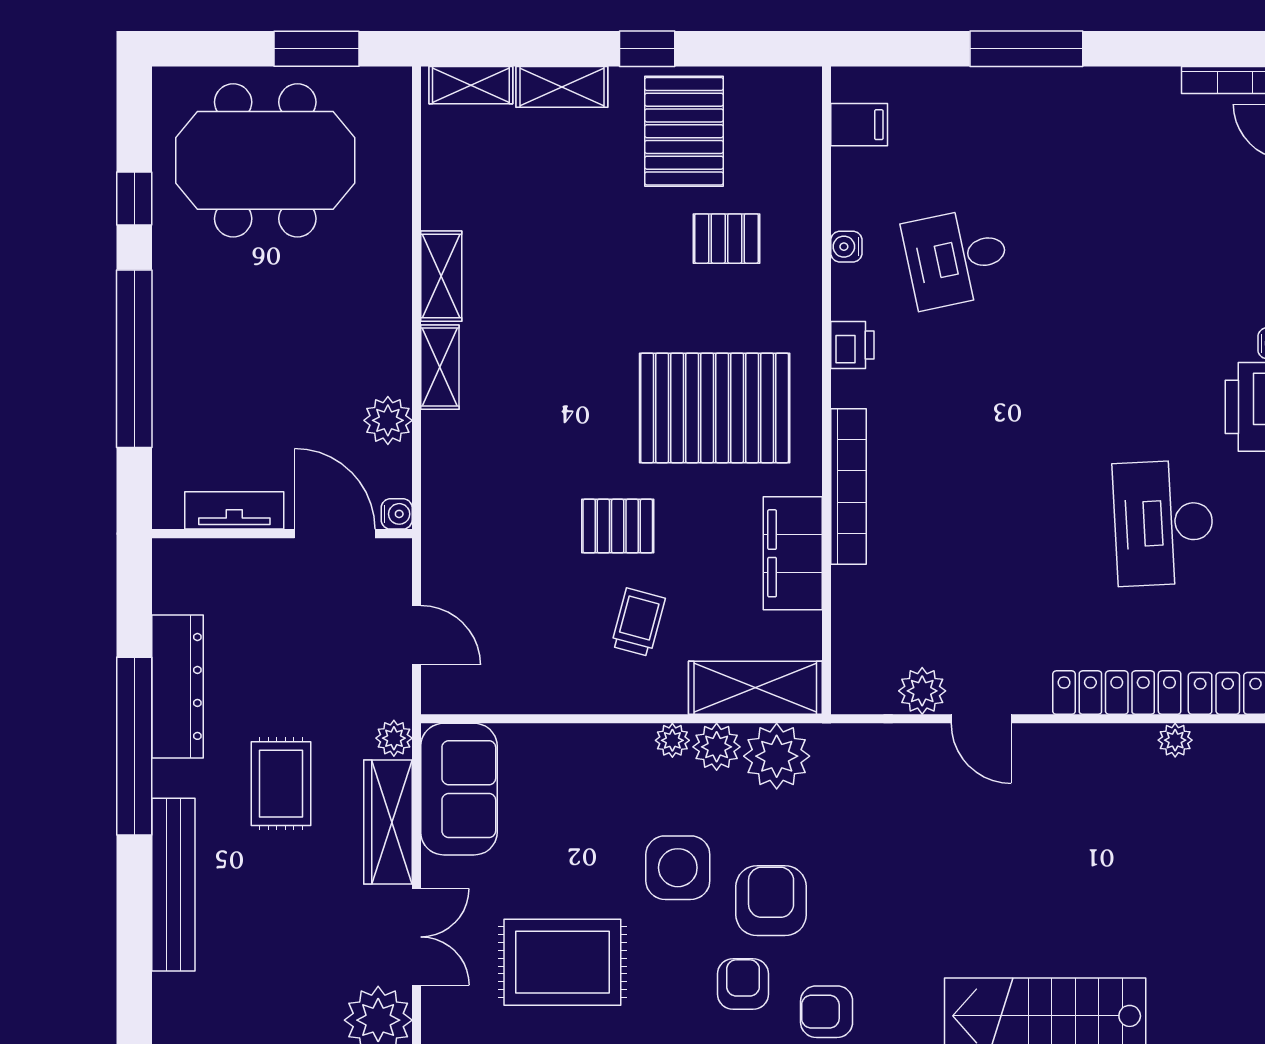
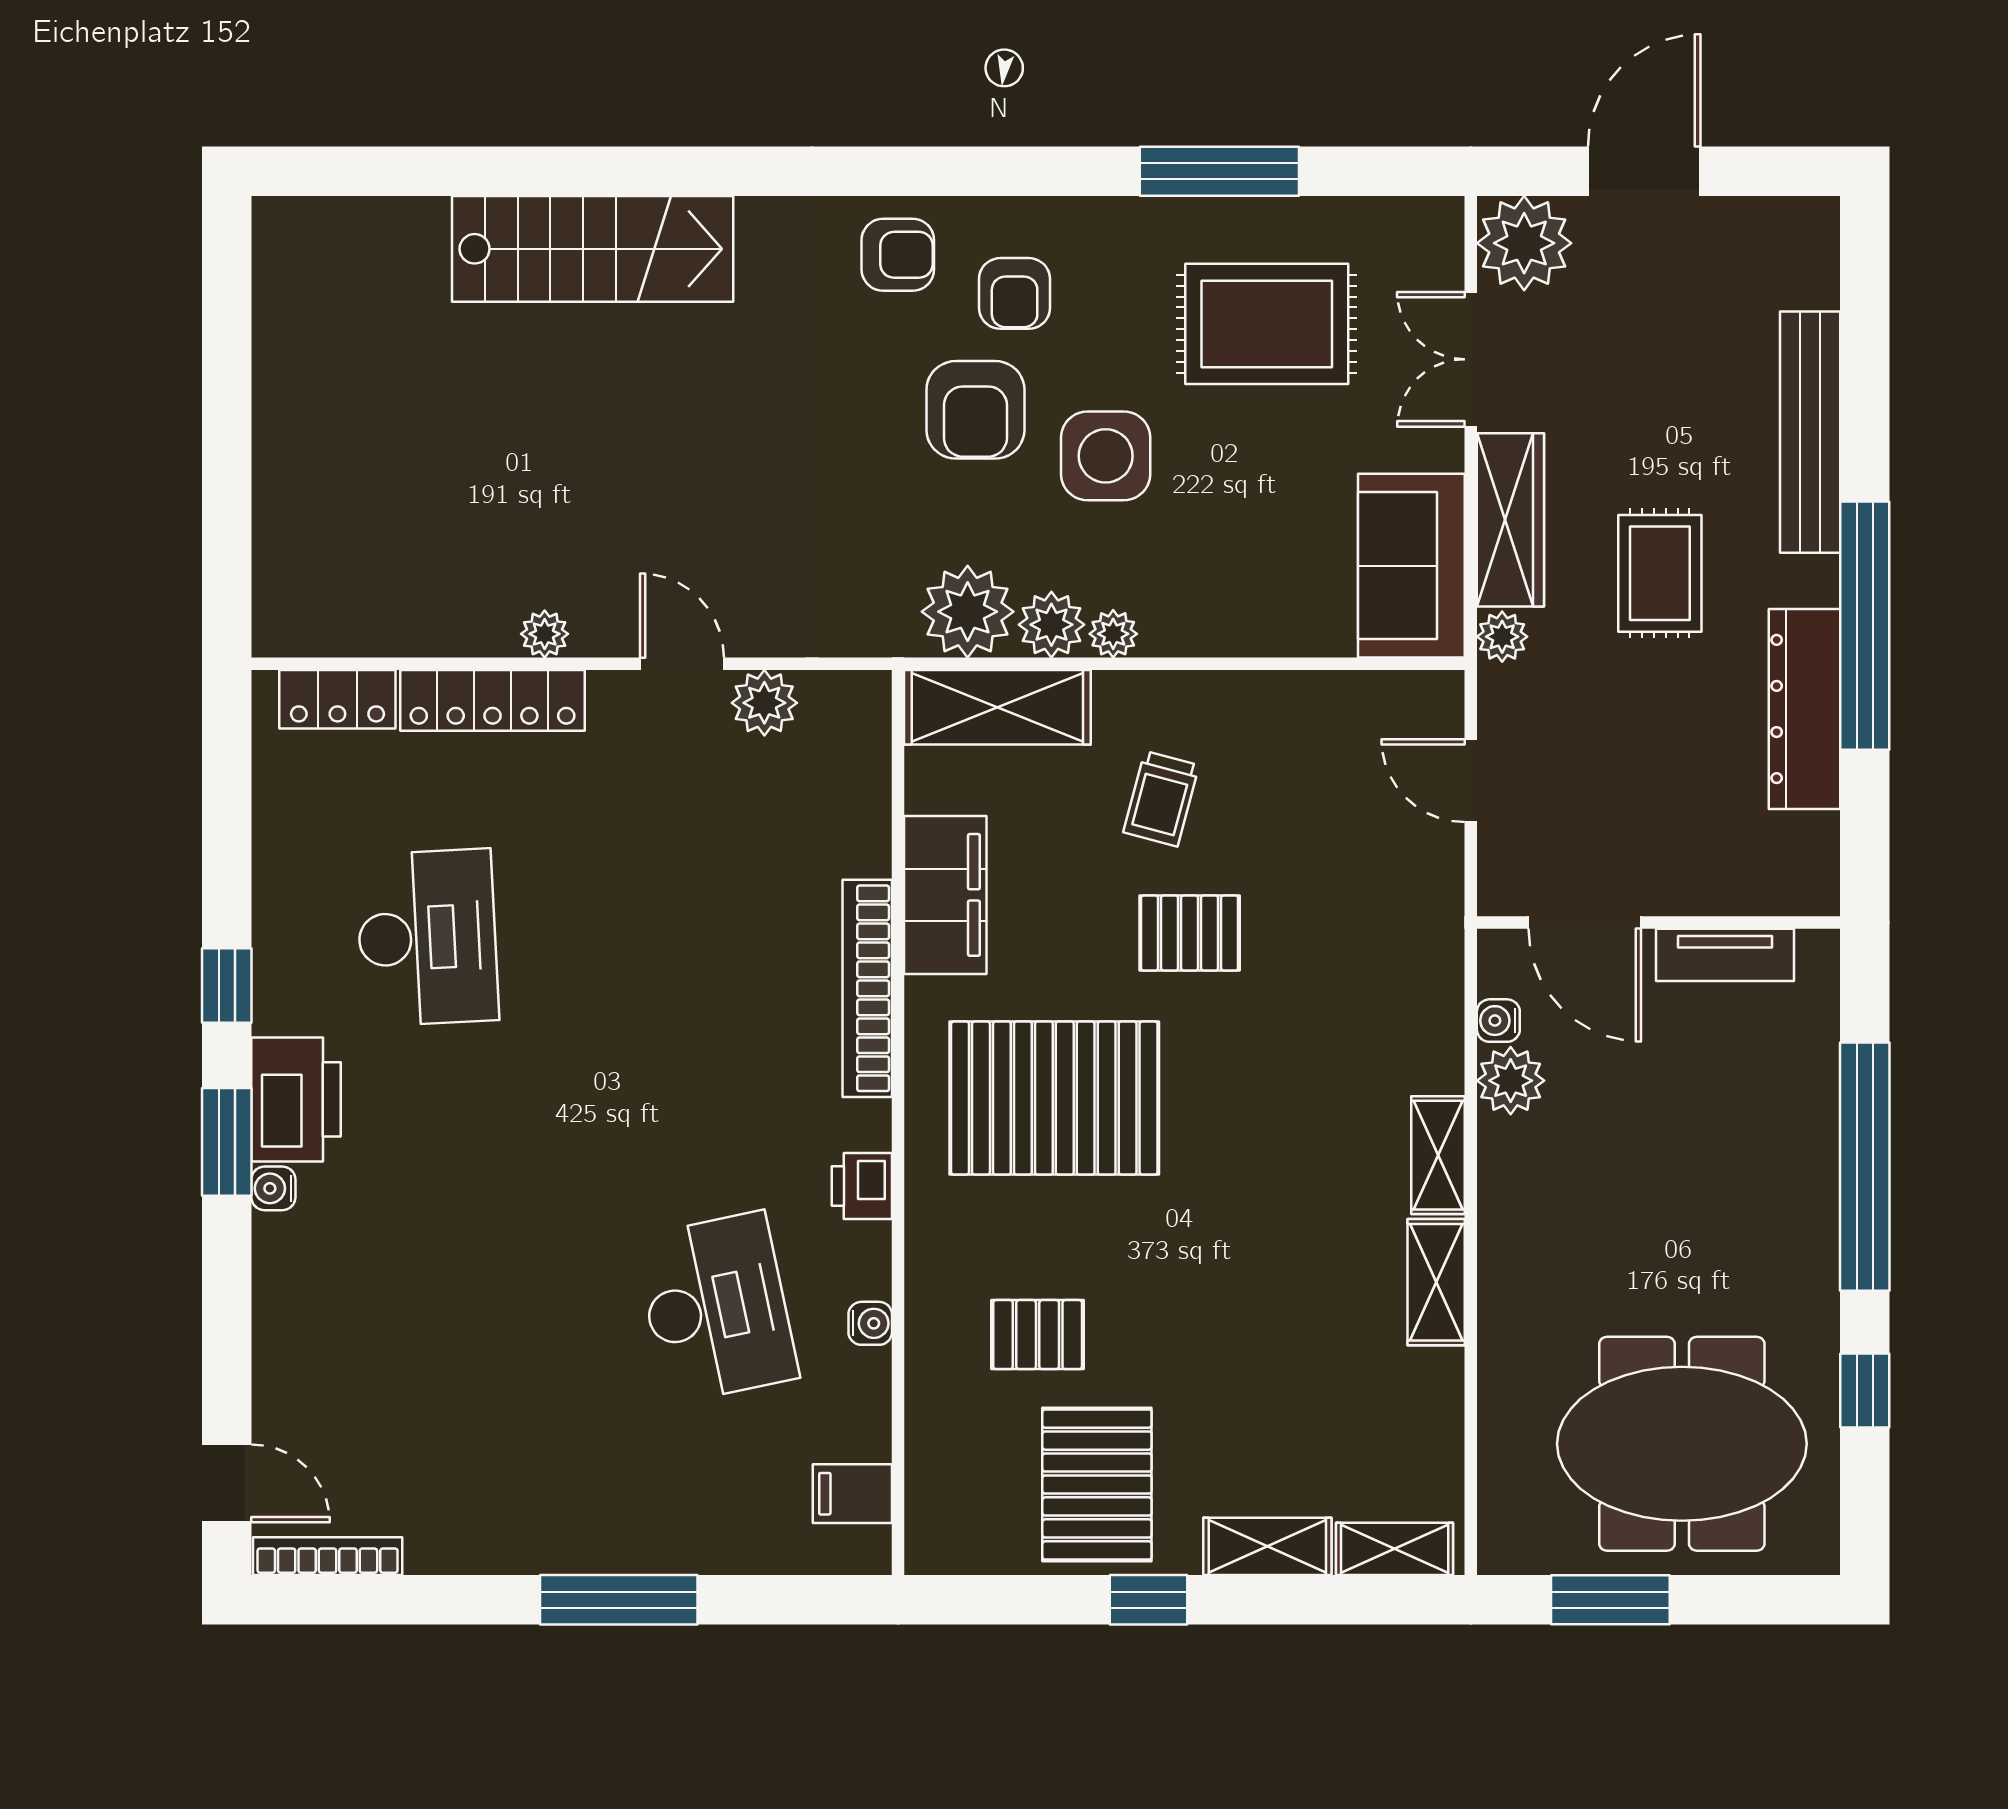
desk: (957, 258) -> (716, 1308), width x1.37
water cooler: (397, 514) -> (1498, 1021), moved
plant: (1175, 740) -> (545, 634), moved

